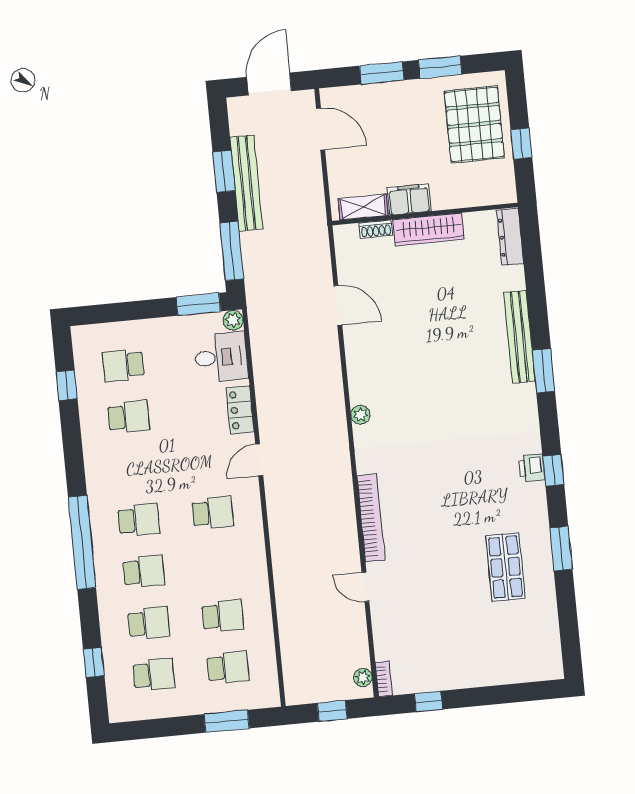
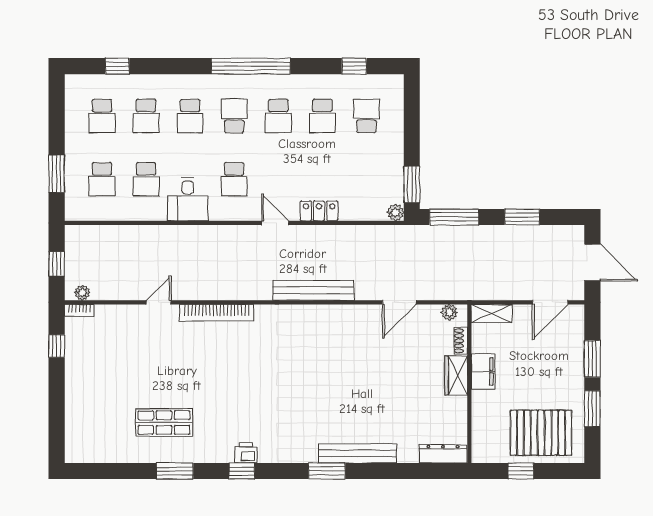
bench: (246, 183) -> (313, 290), moved
shelving: (363, 207) -> (492, 313), moved, turned 90
wardrobe: (429, 229) -> (456, 376), width x0.67
desk: (221, 357) -> (188, 199), moved
plant: (360, 415) -> (449, 312), moved
school desk: (134, 468) -> (278, 116), added
school desk: (139, 520) -> (234, 116), turned 180
window: (82, 542) -> (251, 66), moved

